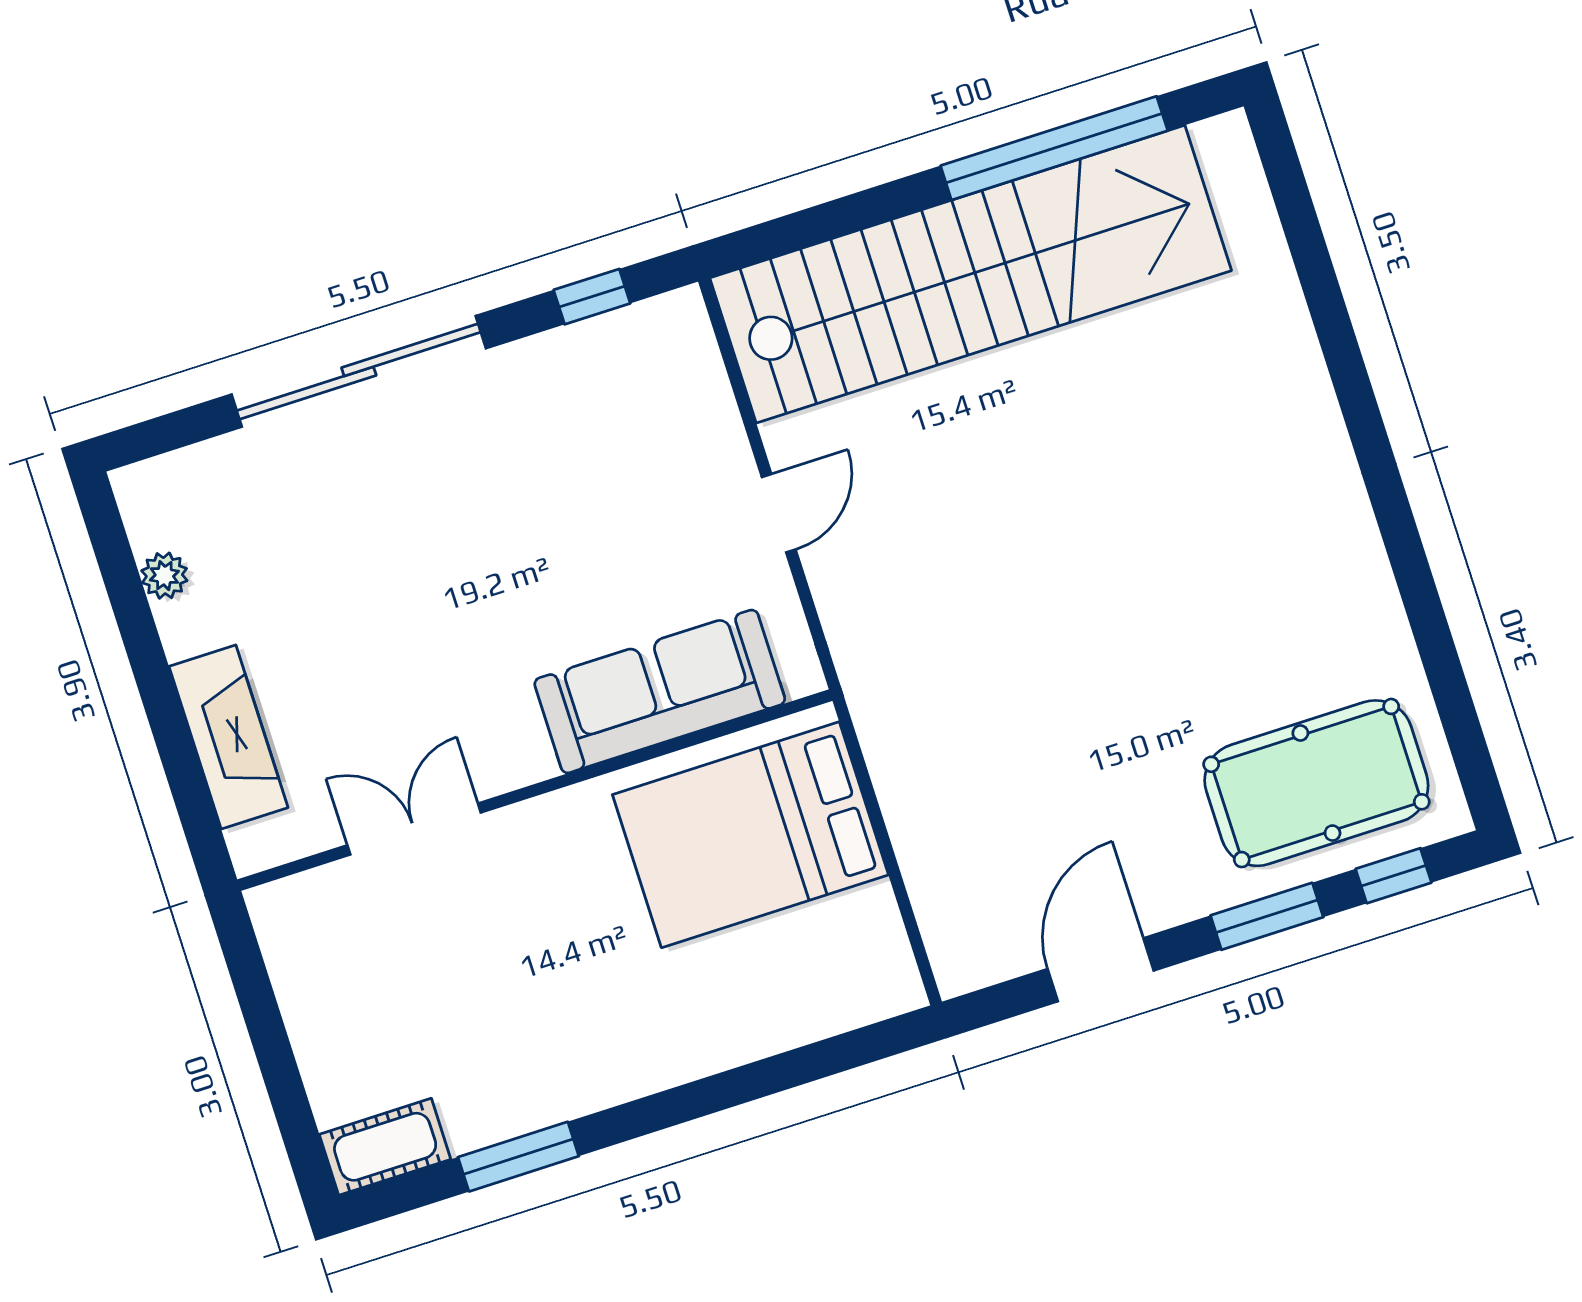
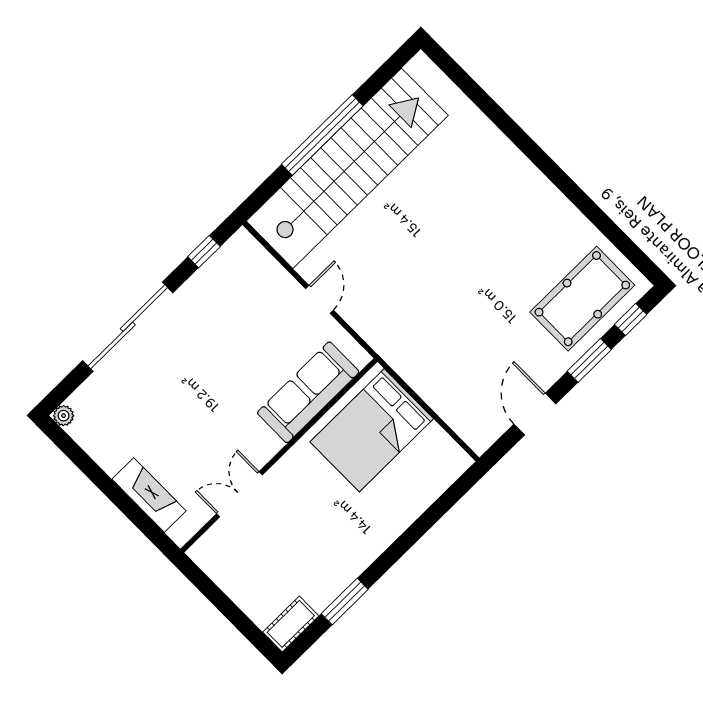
window: (1054, 148) -> (322, 135), moved
plant: (164, 576) -> (64, 416), moved

